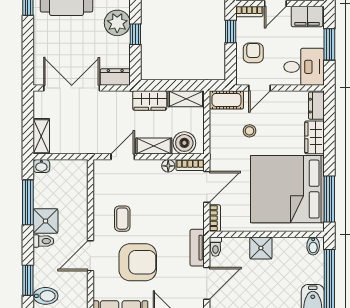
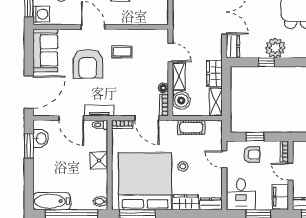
window: (231, 32) -> (255, 137), moved
cot: (226, 100) -> (191, 127), moved, turned 90
stool: (249, 131) -> (183, 166), moved

